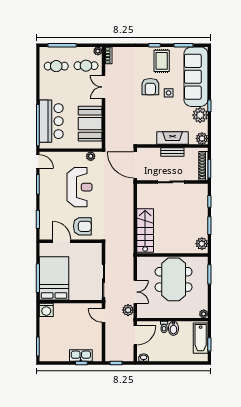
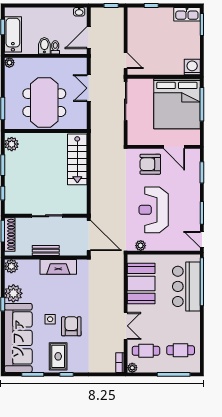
fireplace: (172, 138) -> (58, 267), moved
bed: (54, 278) -> (177, 104), width x1.36
plant: (128, 310) -> (97, 67), removed
kitchen sink: (81, 355) -> (187, 14), moved

